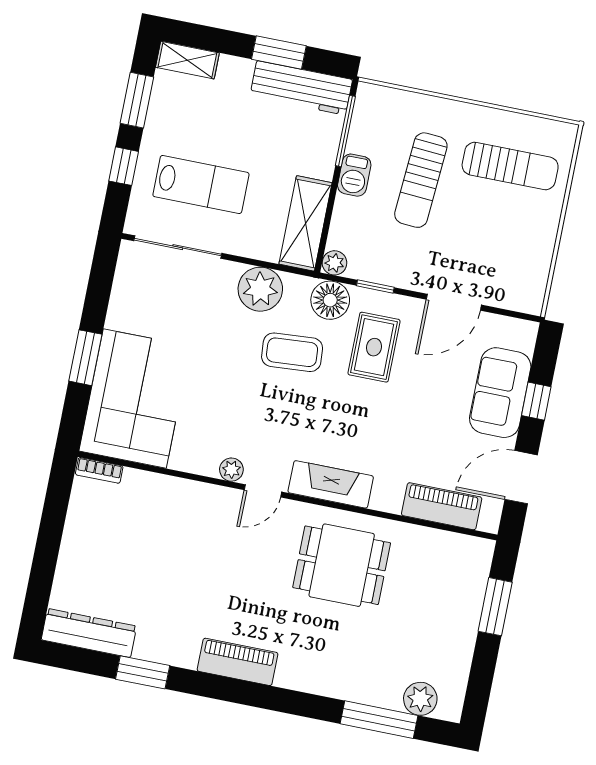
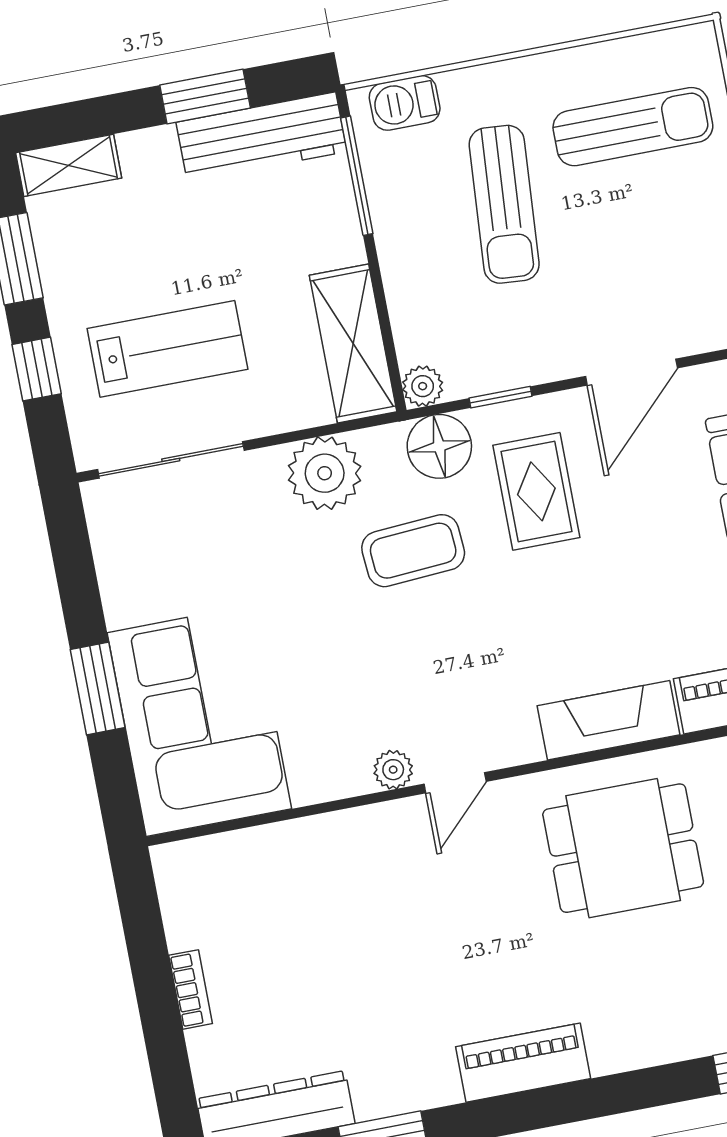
barbecue: (354, 175) -> (405, 103), moved, turned 90
bookcase: (99, 470) -> (191, 989), moved, turned -90
fireplace: (331, 484) -> (609, 720), moved

